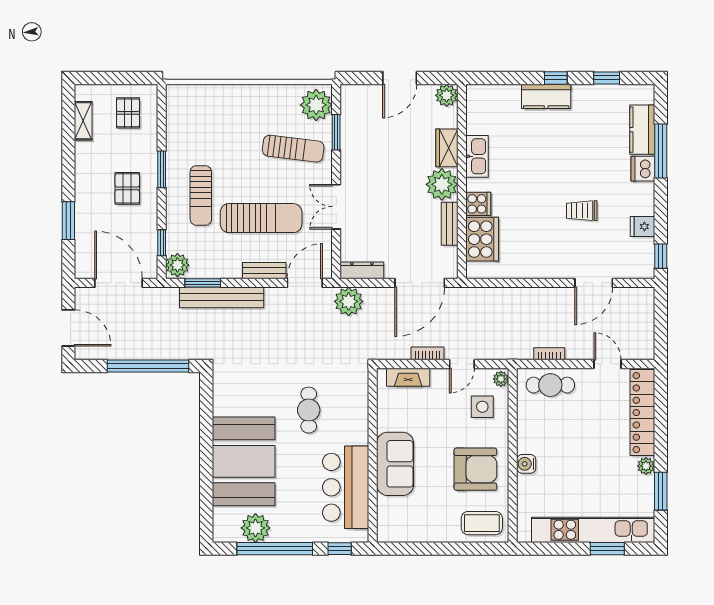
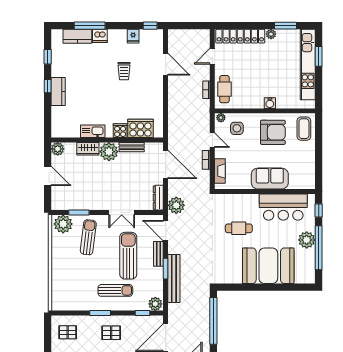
window: (203, 283) -> (166, 269), moved
armchair: (475, 469) -> (273, 132), turned 90
plant: (255, 528) -> (307, 240), moved

